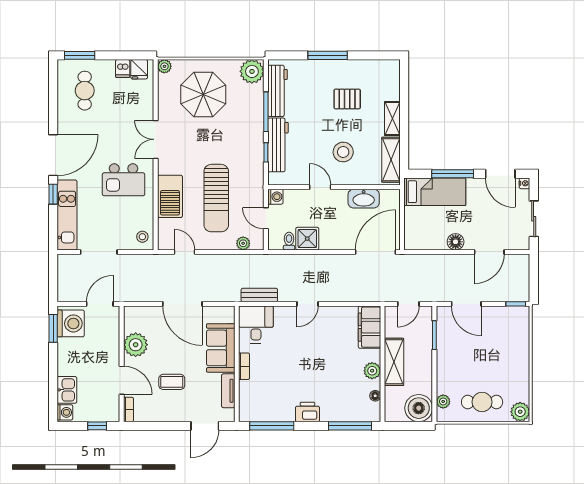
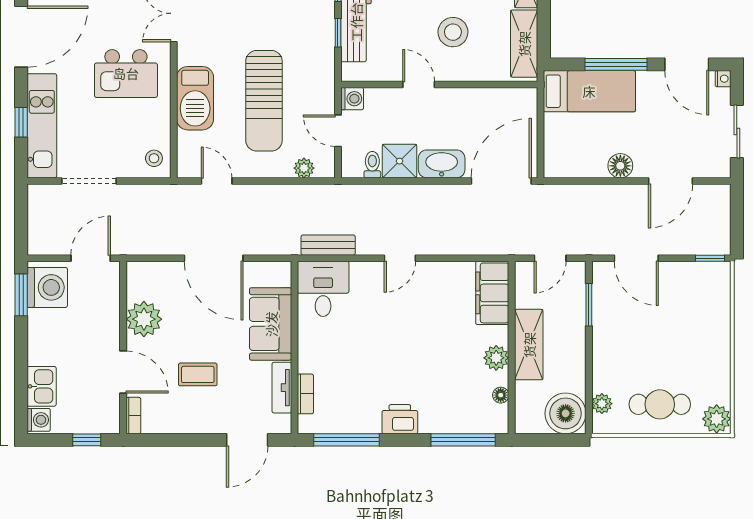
window: (53, 194) -> (21, 122), moved
washbasin: (364, 199) -> (442, 164), moved, turned 180
bookcase: (244, 366) -> (305, 394), moved

